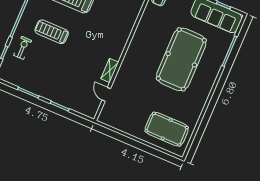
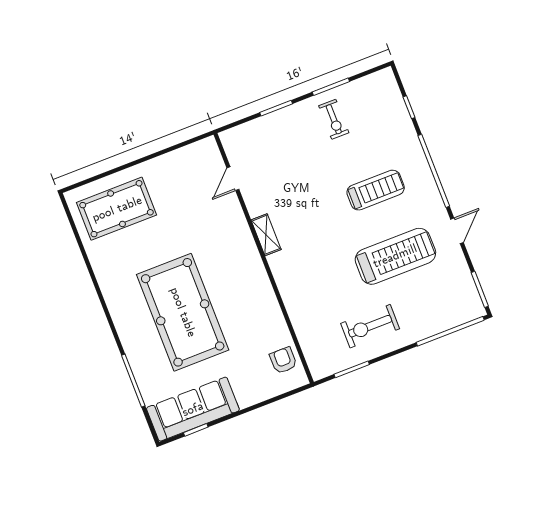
exercise bike: (23, 48) -> (334, 119), moved
shelving: (110, 70) -> (266, 235), moved
door: (106, 94) -> (233, 179), swing flipped

